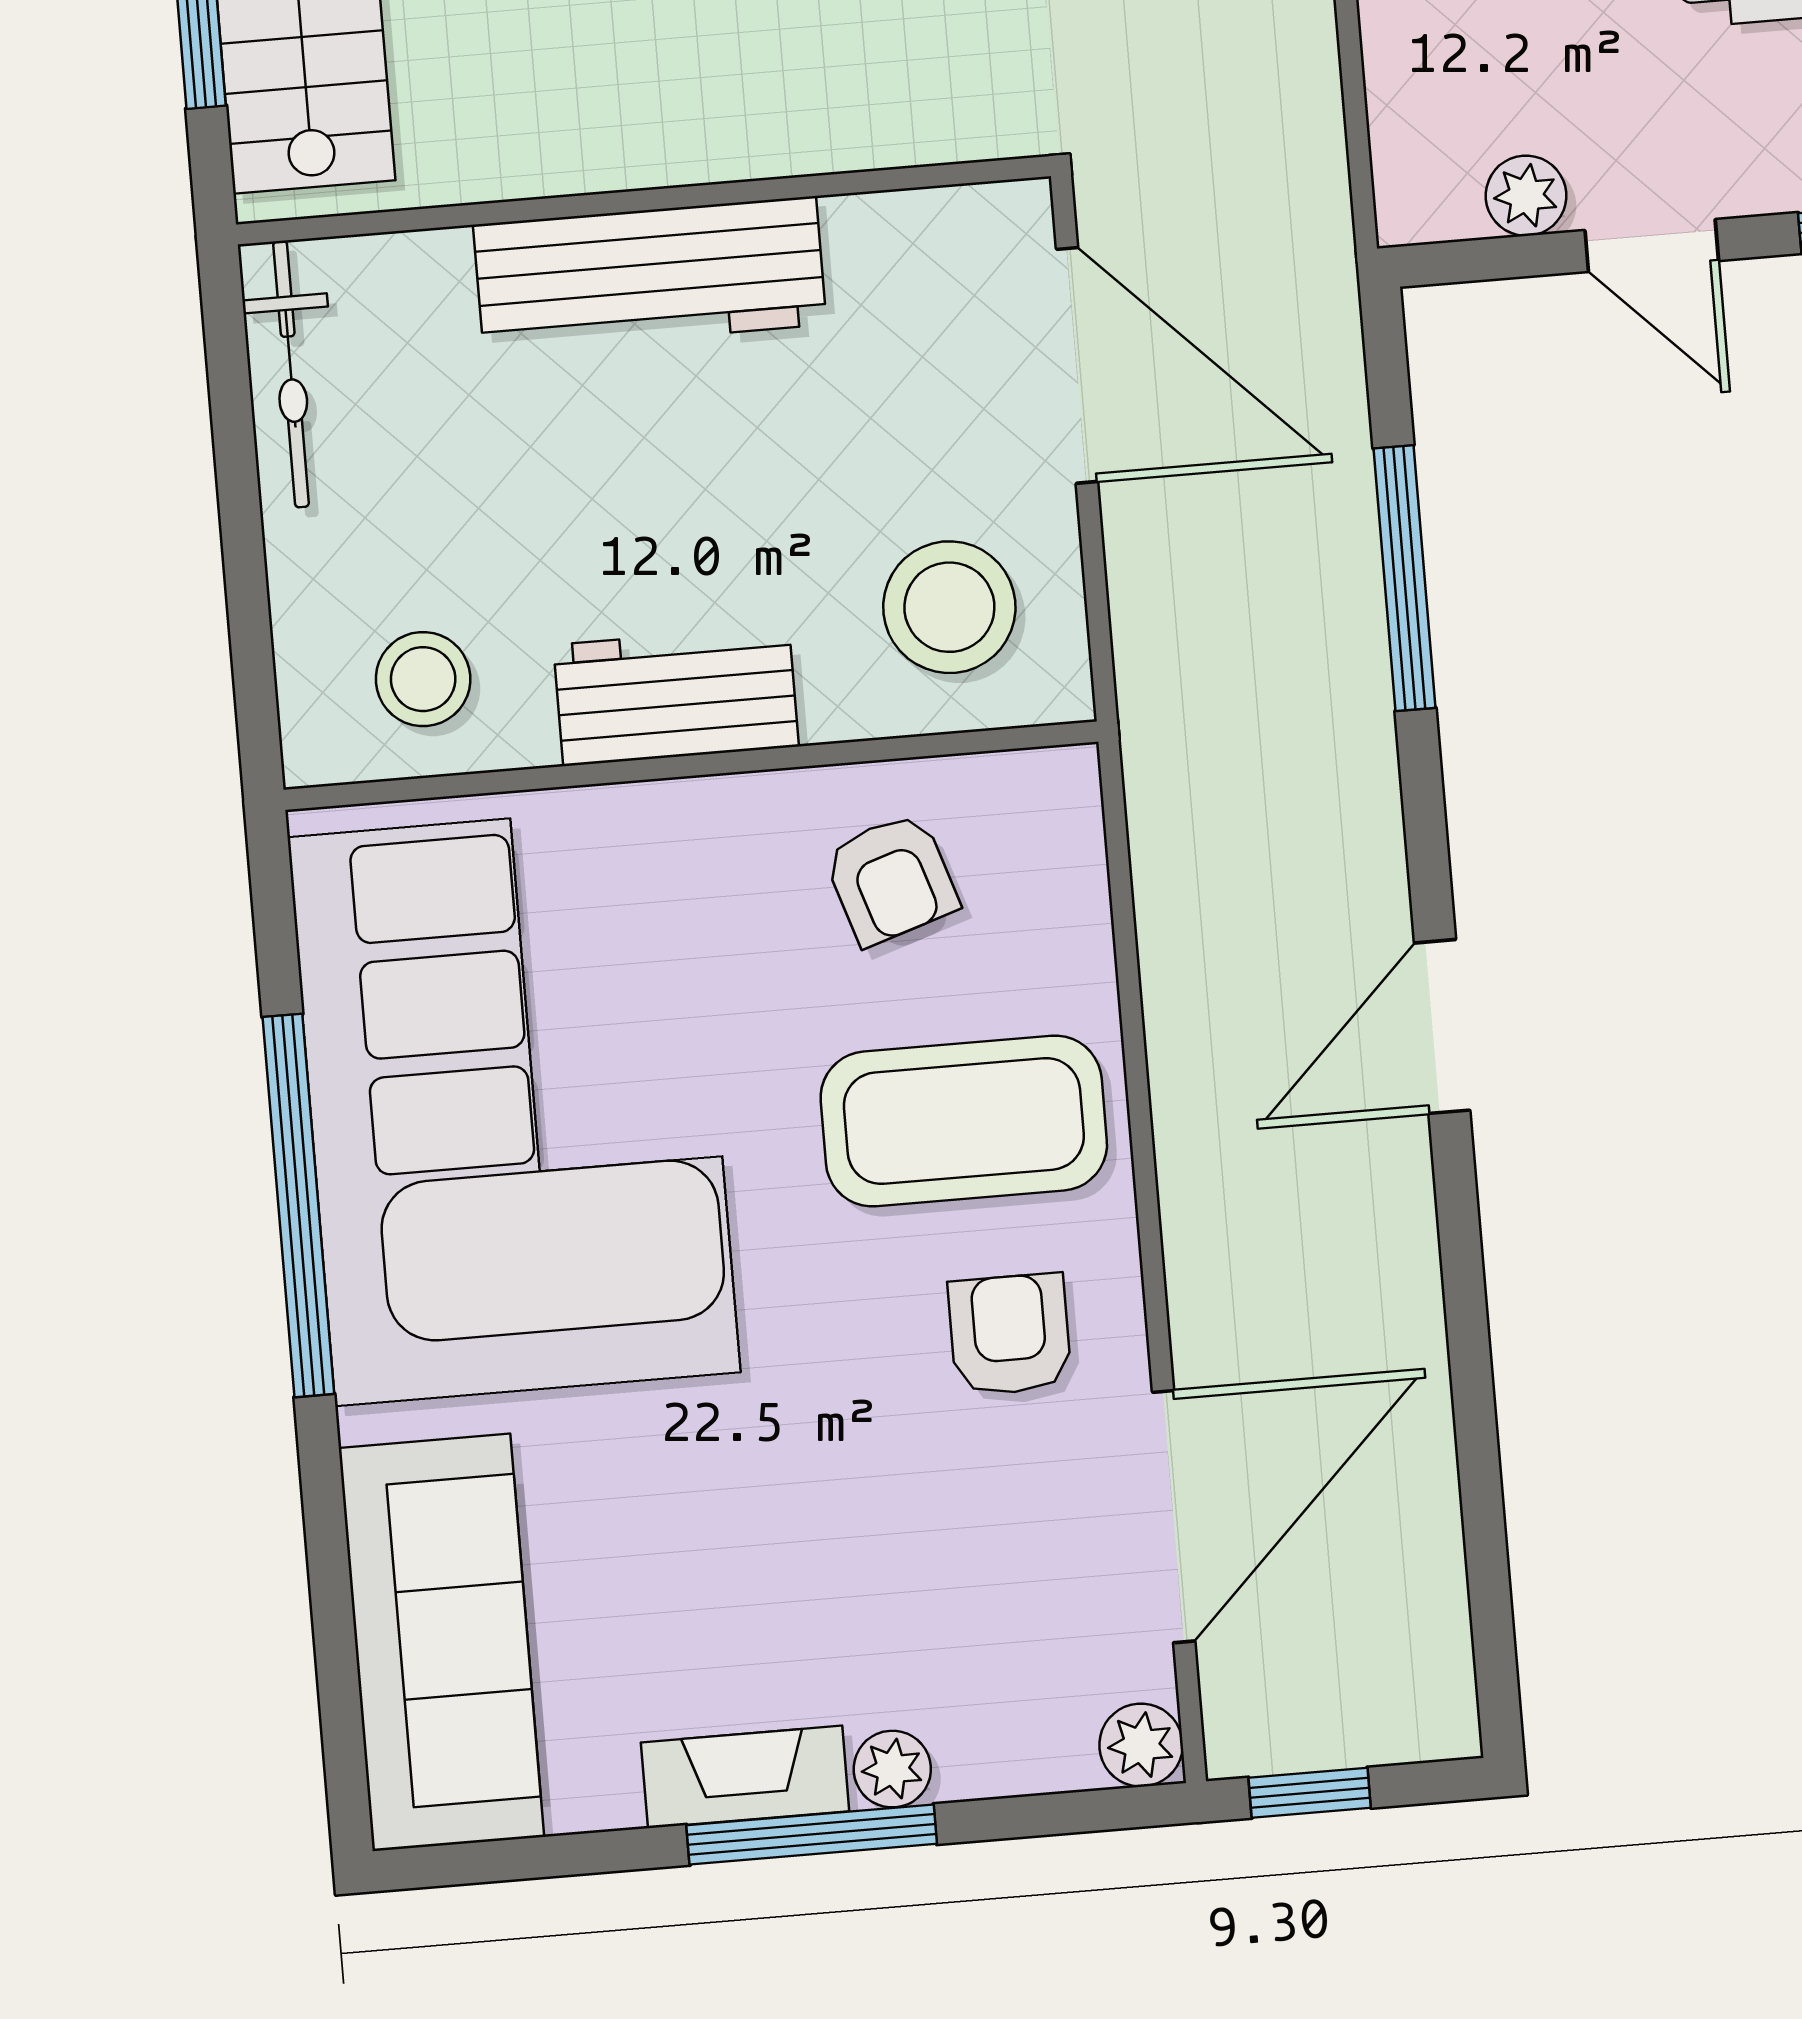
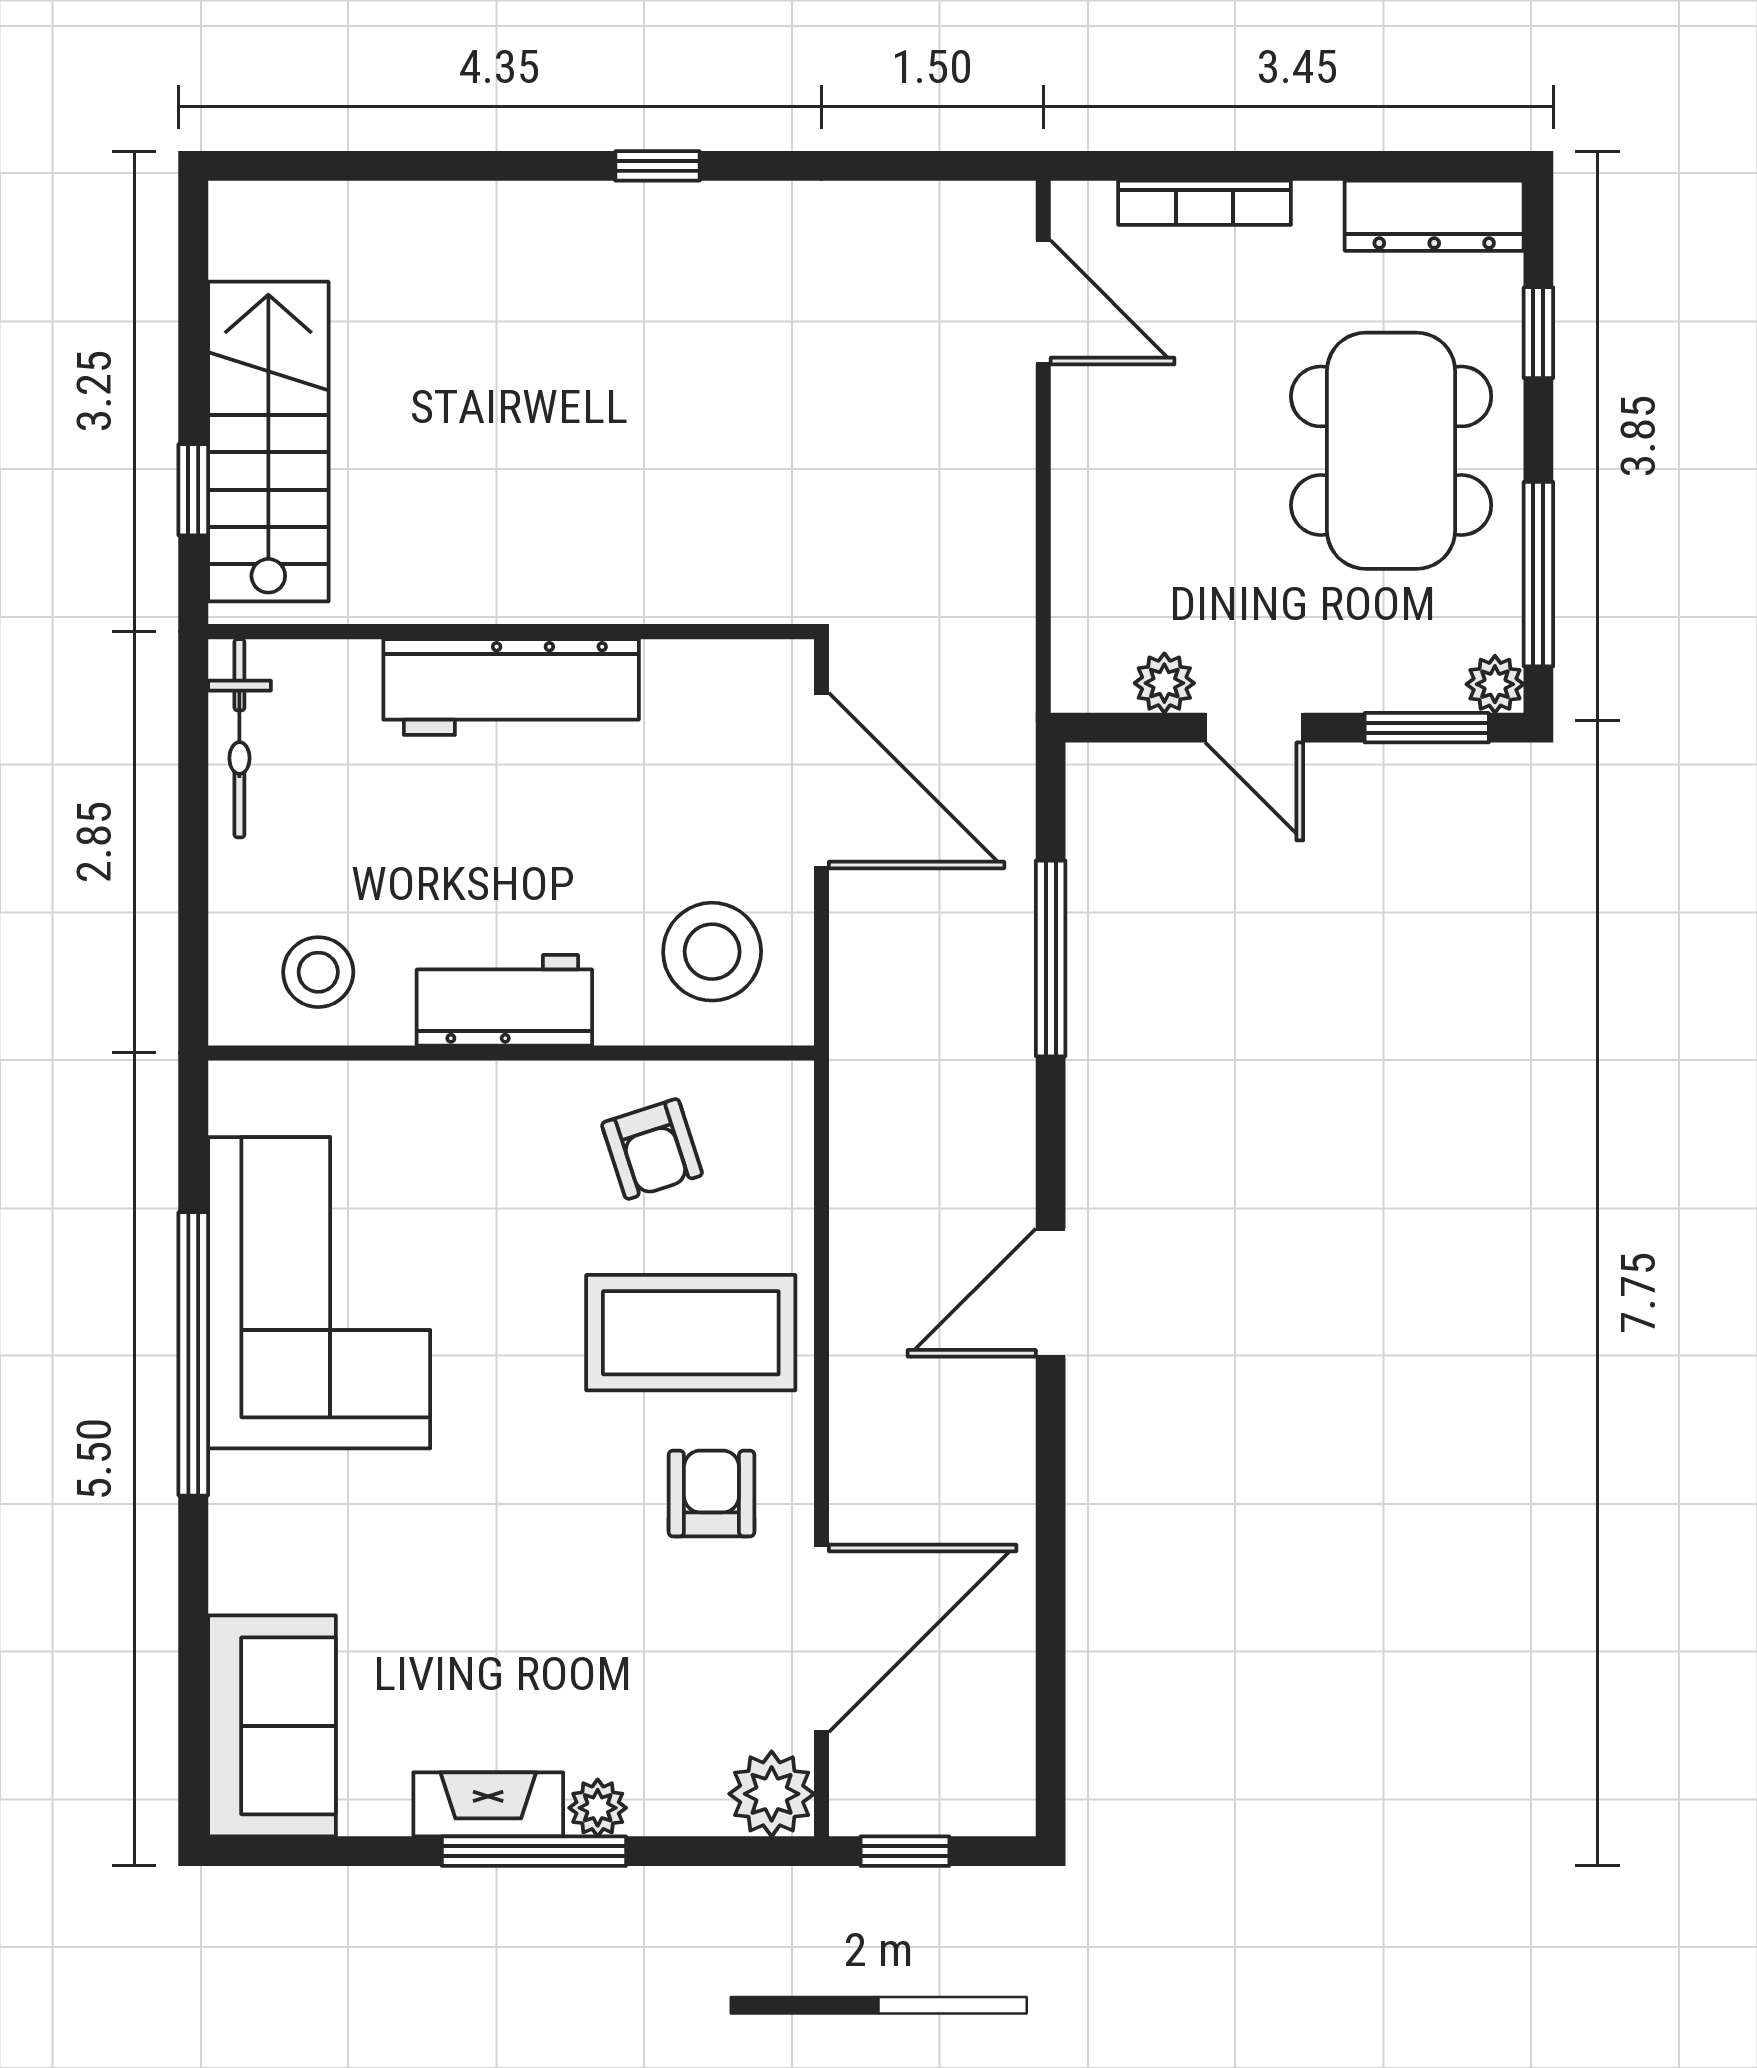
corner sofa: (514, 1105) -> (319, 1293), width x0.73, depth x0.74
sofa: (441, 1642) -> (272, 1726), width x0.73
plant: (1141, 1745) -> (772, 1794), width x1.38, depth x1.38

